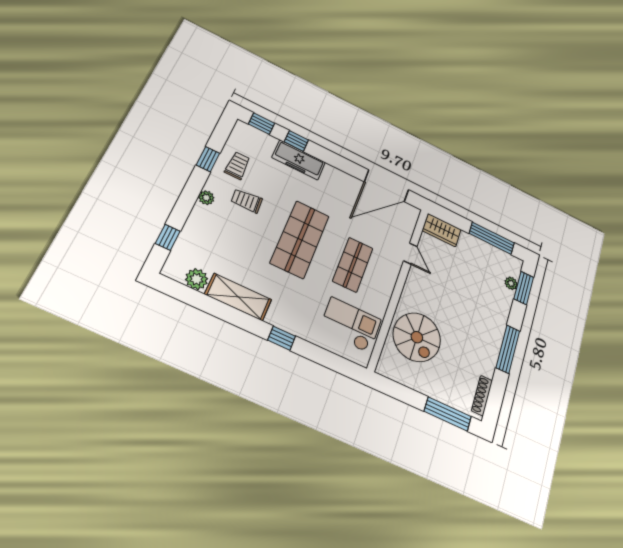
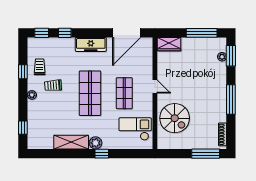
freezer: (299, 160) -> (91, 44), moved
door: (410, 254) -> (155, 86), moved
plant: (197, 279) -> (96, 143), moved

